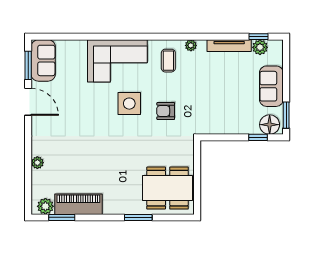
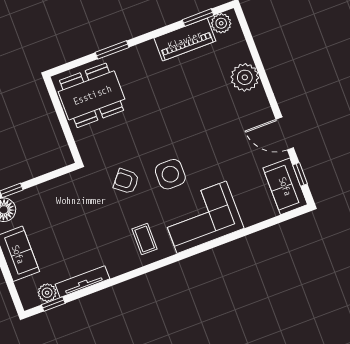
plant: (191, 45) -> (126, 266), removed
window: (28, 65) -> (300, 174), width x0.67
armchair: (166, 111) -> (126, 181), turned -141
plant: (37, 163) -> (245, 77), width x1.88, depth x1.88

